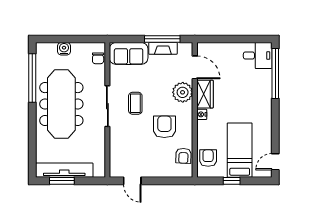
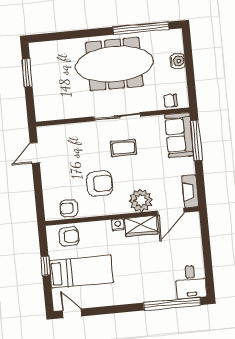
window: (162, 39) -> (196, 141), moved
fireplace: (163, 48) -> (190, 191), moved
tv unit: (64, 170) -> (40, 74), removed

